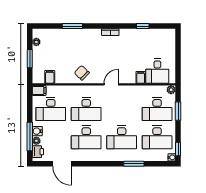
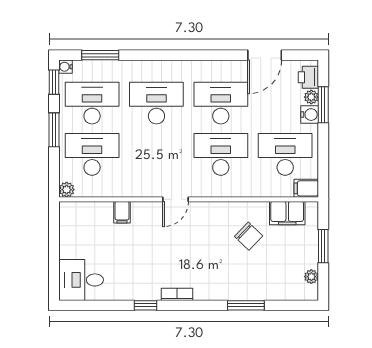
window: (143, 26) -> (145, 305), moved
desk: (157, 71) -> (81, 280), moved, turned -90
chair: (82, 73) -> (249, 236), moved
filing cabinet: (50, 77) -> (287, 213), width x2.00
window: (178, 111) -> (54, 130), moved
window: (30, 137) -> (323, 105), width x0.69
door: (62, 164) -> (265, 55), swing flipped
window: (134, 164) -> (100, 55), moved

